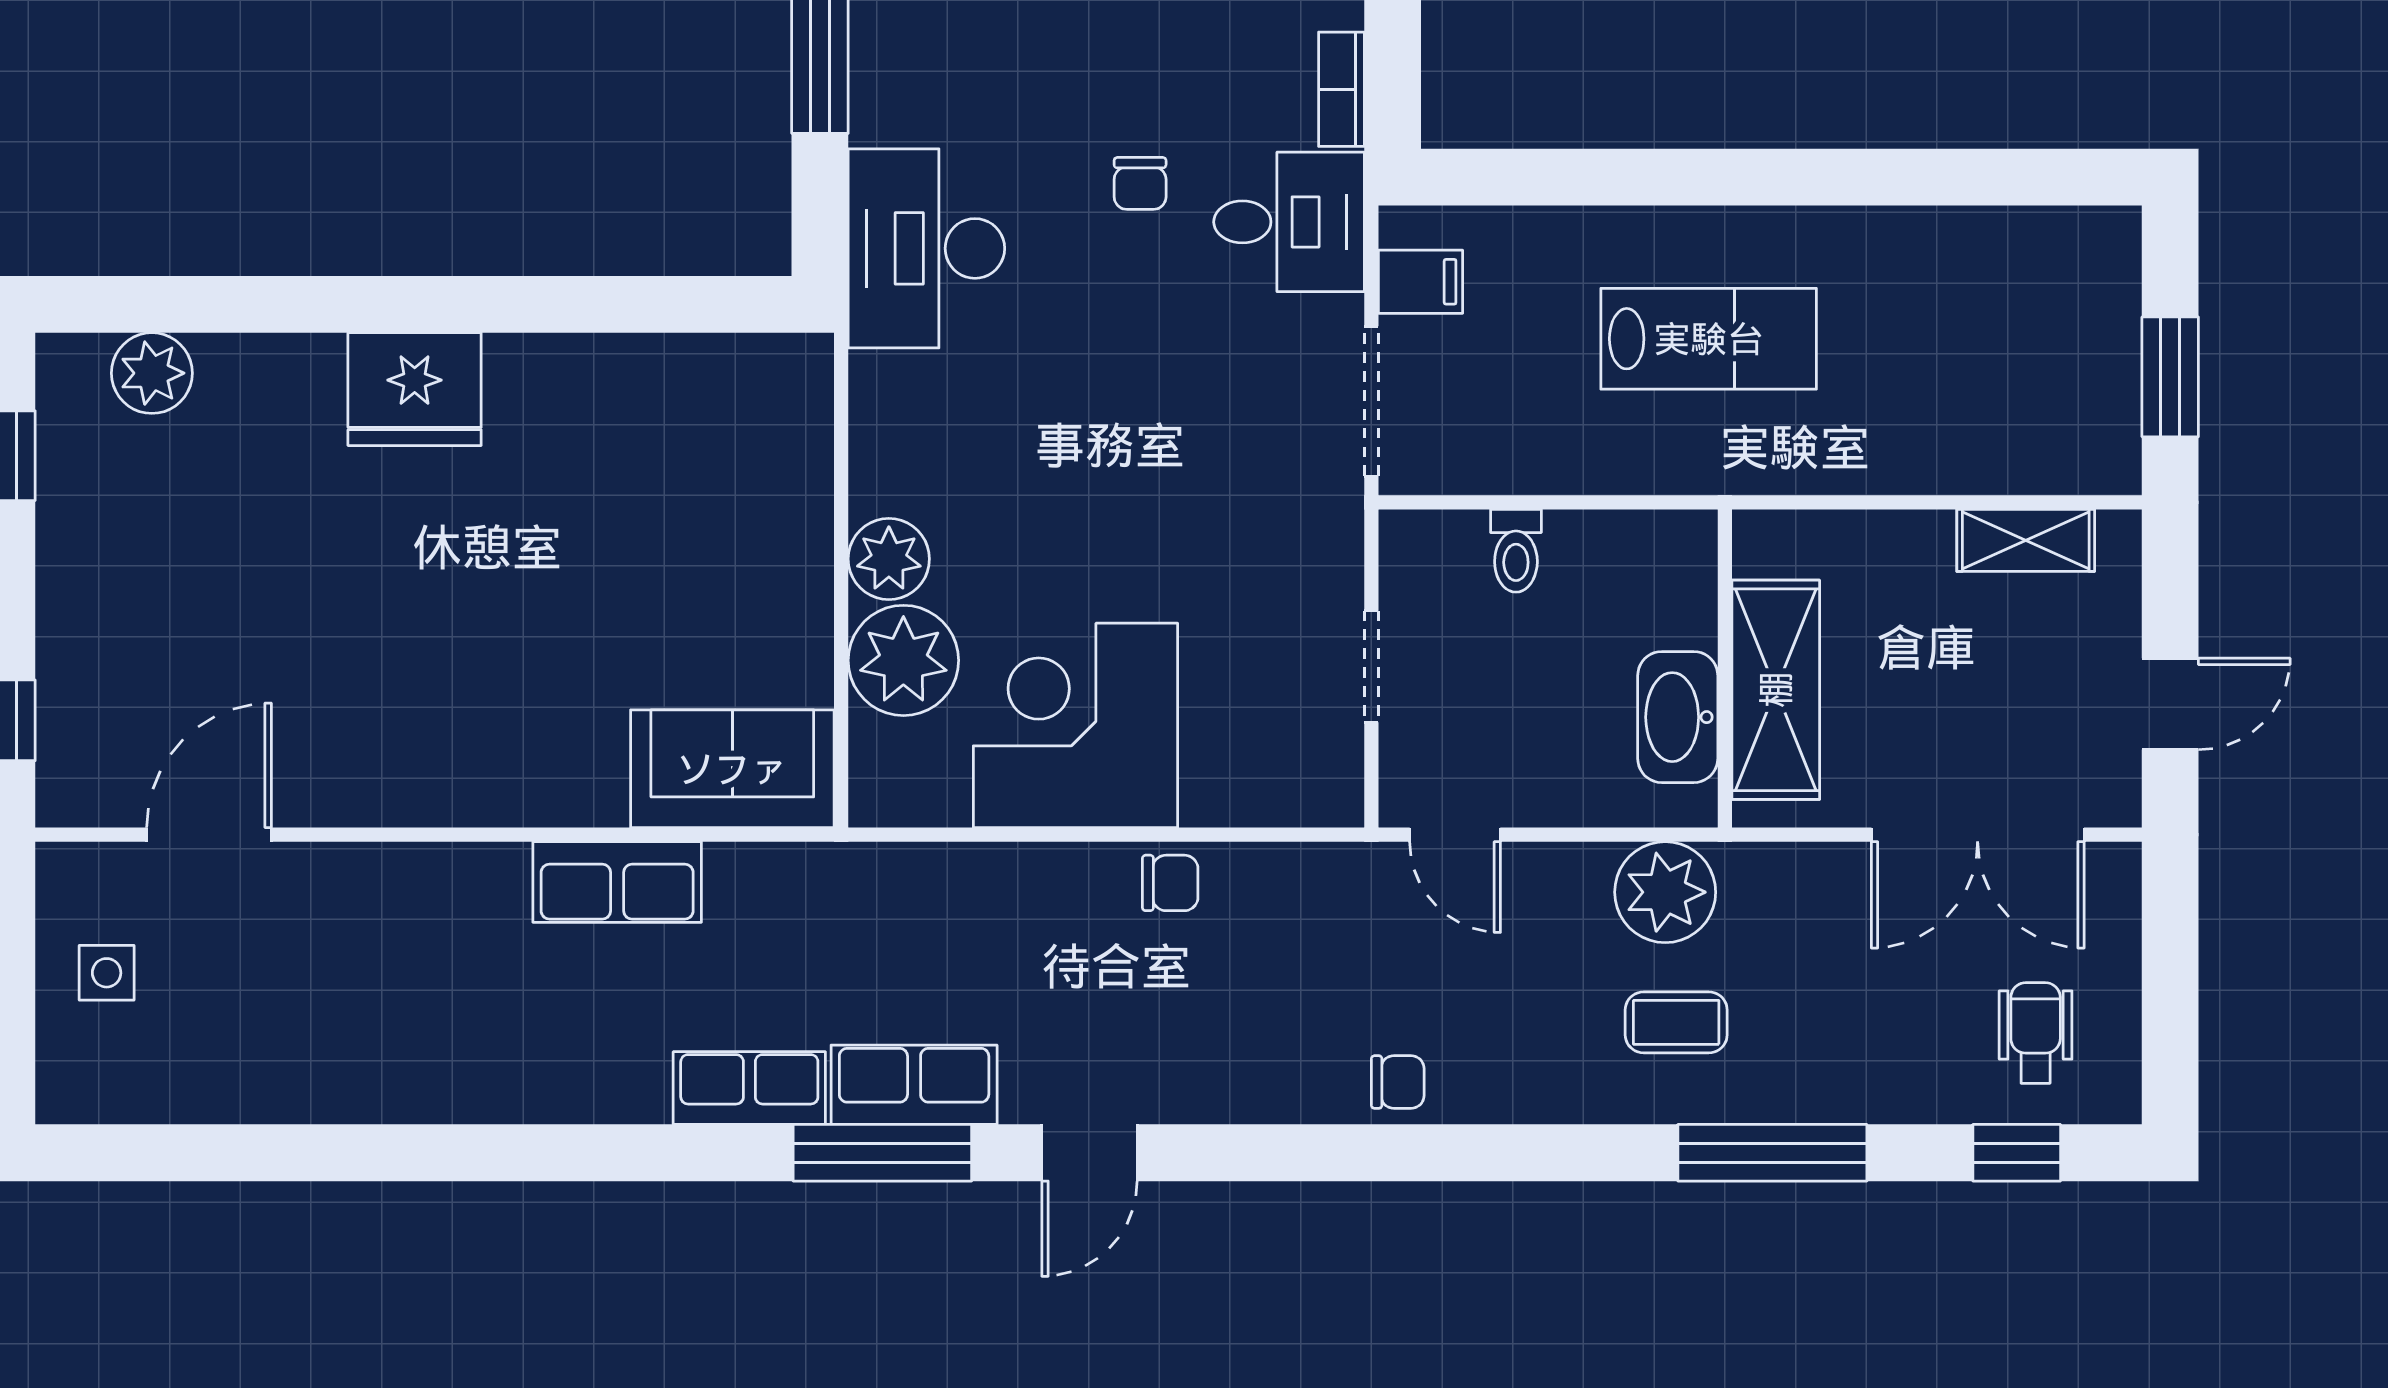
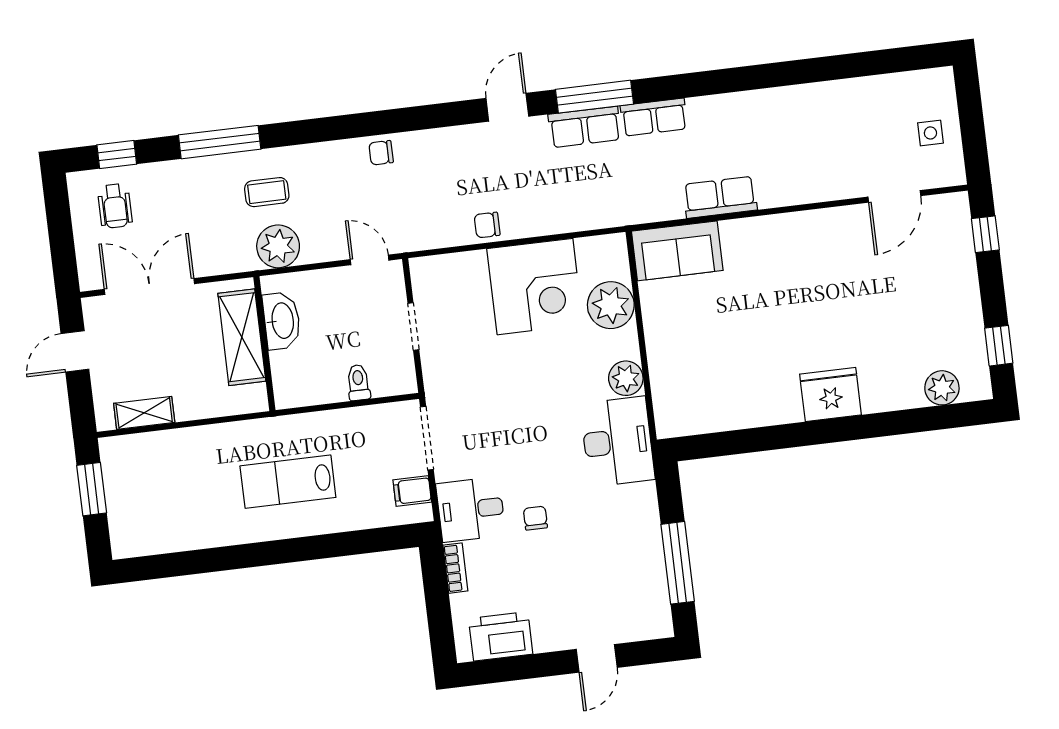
desk: (926, 248) -> (617, 442), moved
plant: (889, 559) -> (626, 378), moved

